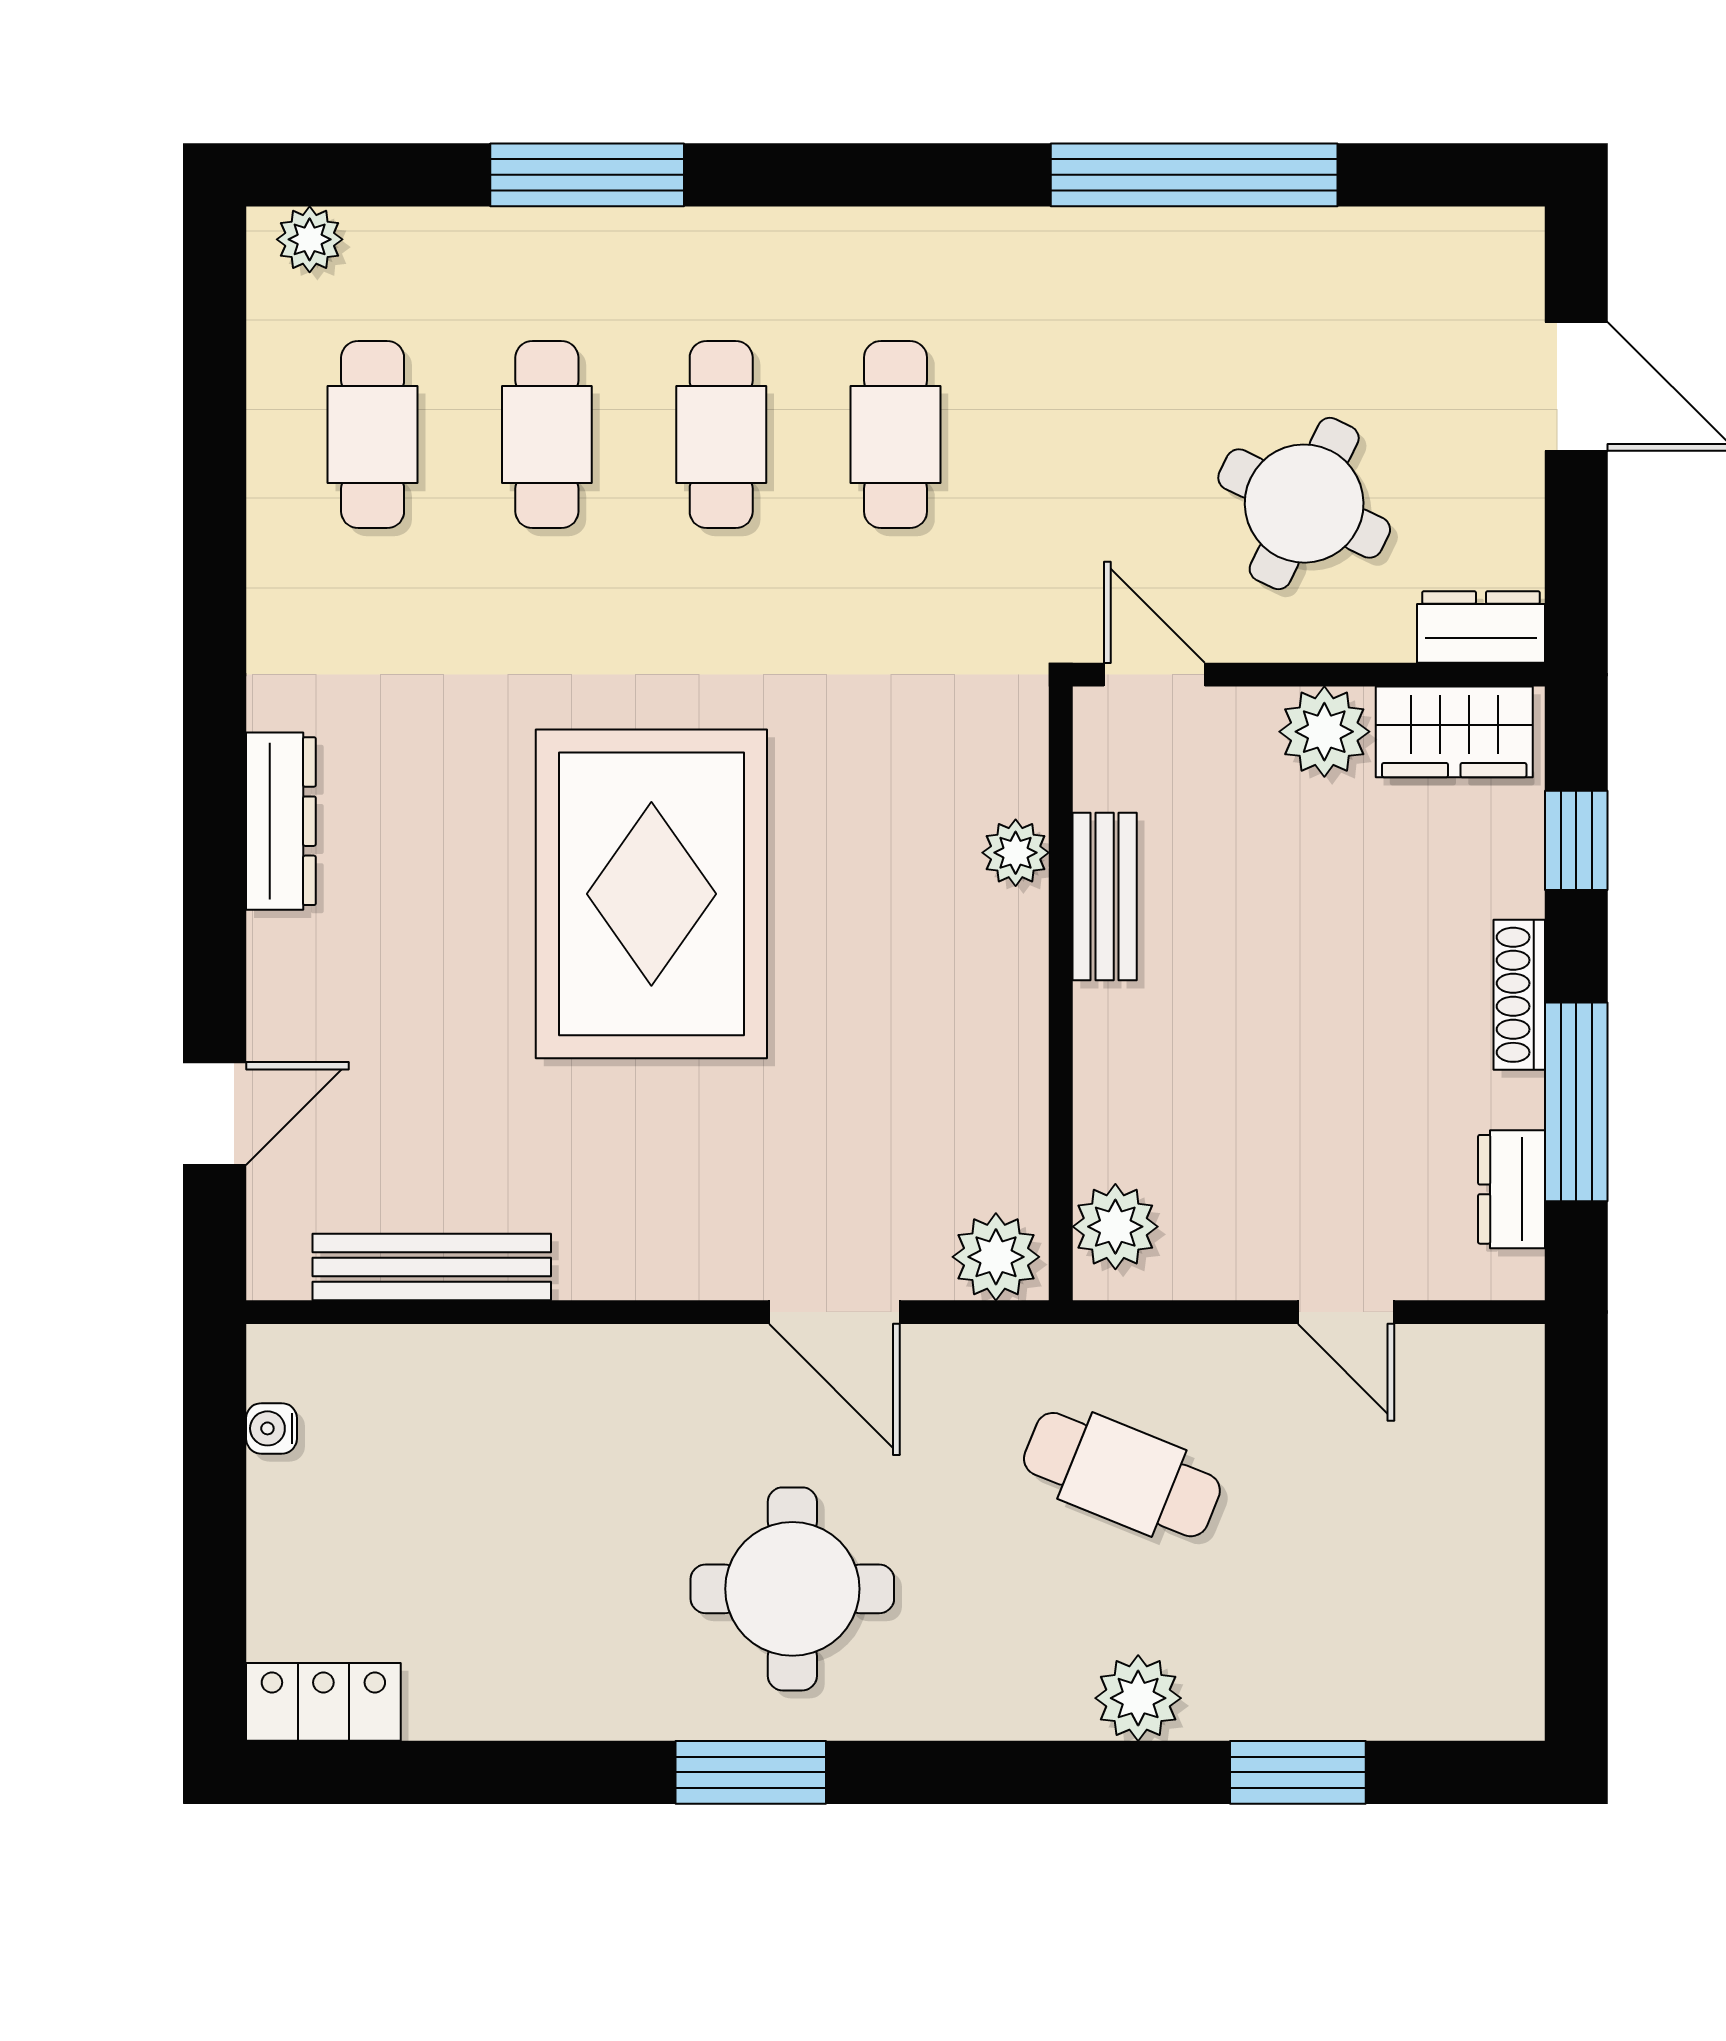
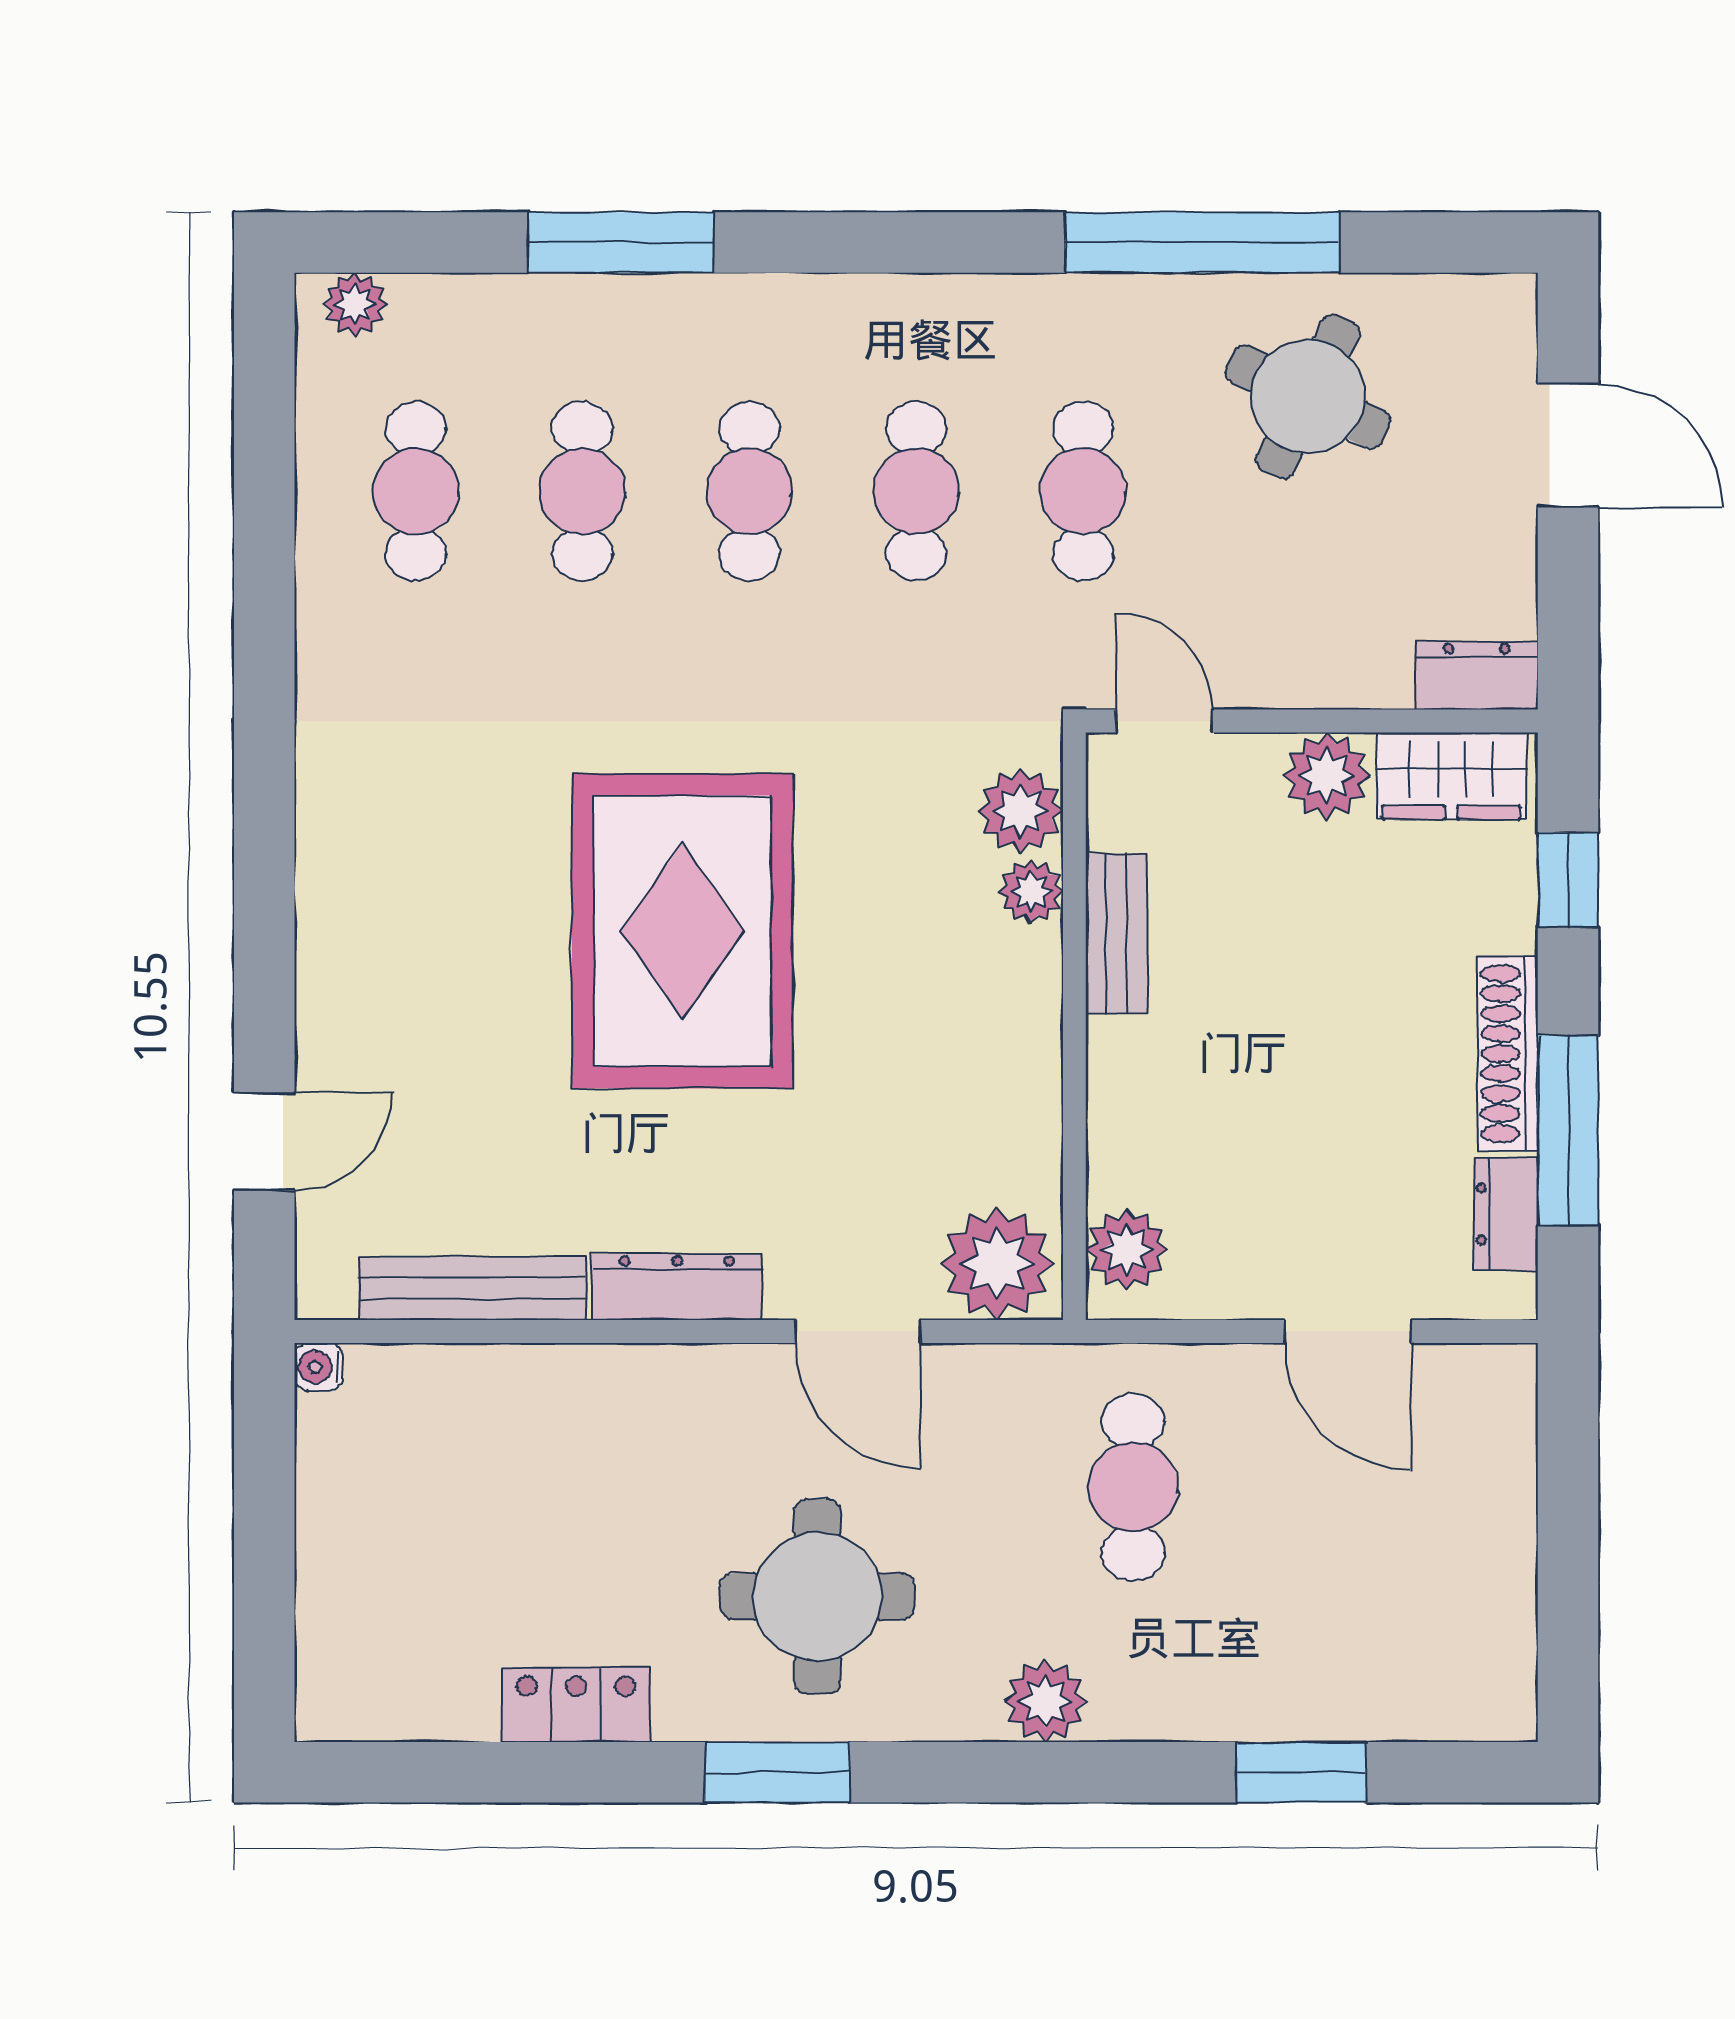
cafe table: (1070, 435) -> (1083, 491), added
round table: (1304, 504) -> (1308, 397), moved
plant: (1004, 768) -> (1020, 811), added
dresser: (281, 821) -> (677, 1287), moved, turned -90
shoe rack: (1519, 995) -> (1508, 1053), width x1.36, depth x1.24
plant: (996, 1257) -> (997, 1263), width x1.36, depth x1.36
door: (1346, 1312) -> (1348, 1331), width x1.38
water cooler: (272, 1428) -> (319, 1367), moved
cafe table: (1122, 1475) -> (1133, 1487), turned 68
plant: (1138, 1698) -> (1045, 1701), moved
locker: (323, 1702) -> (576, 1705), moved

